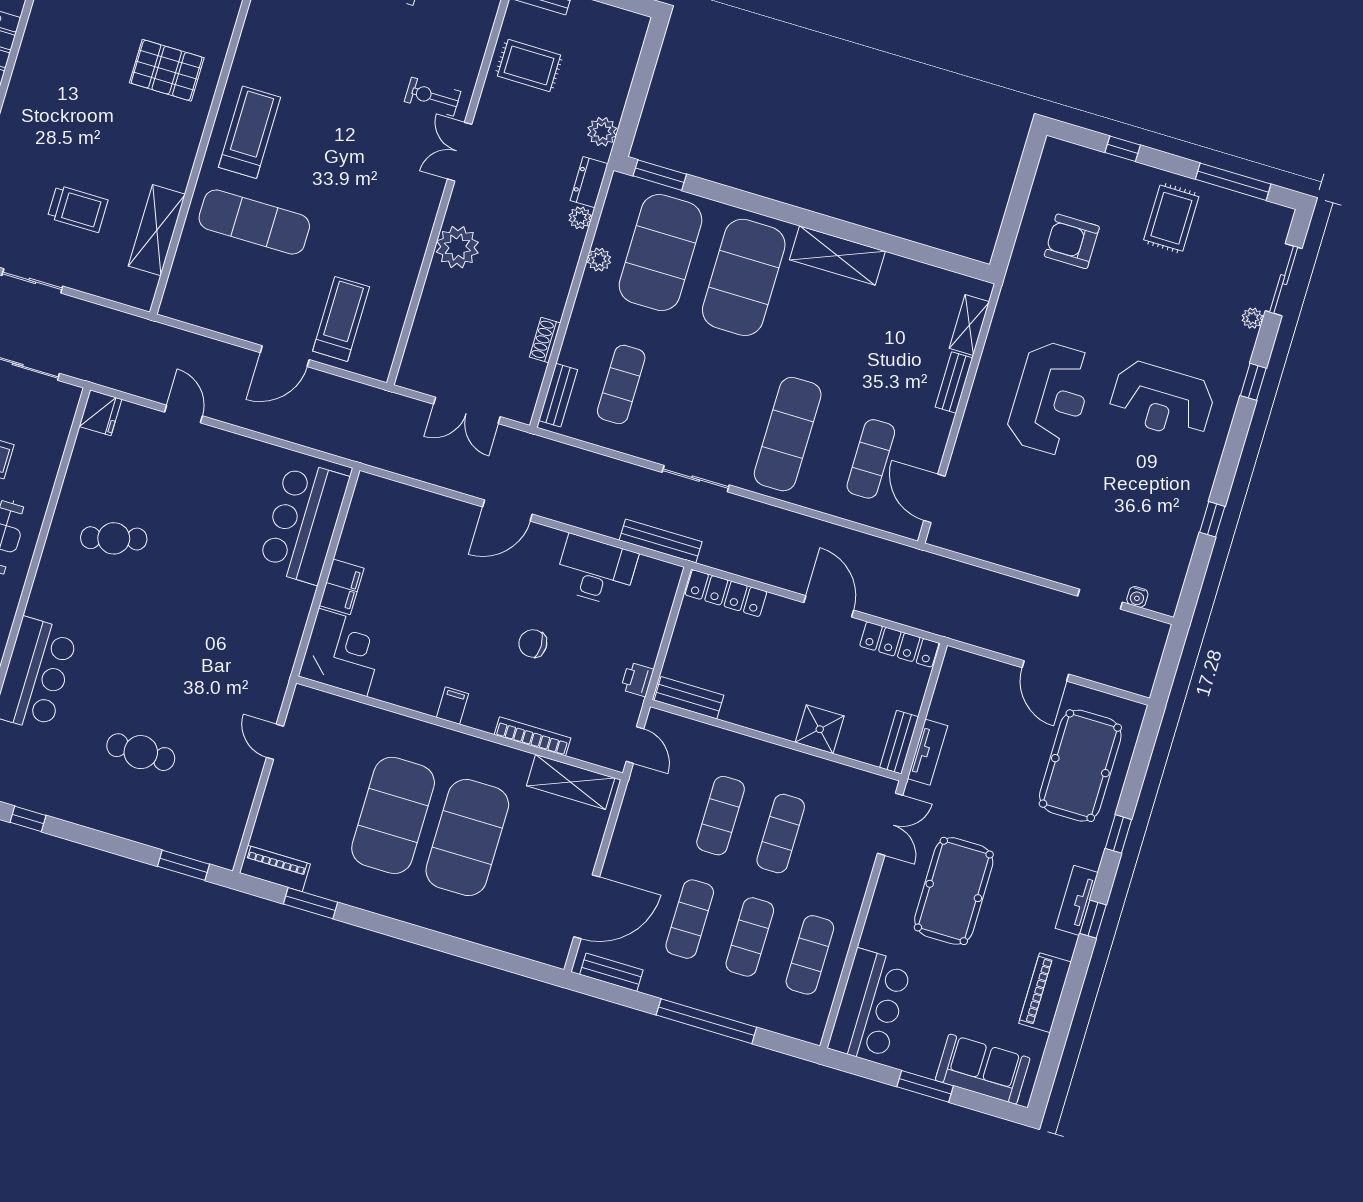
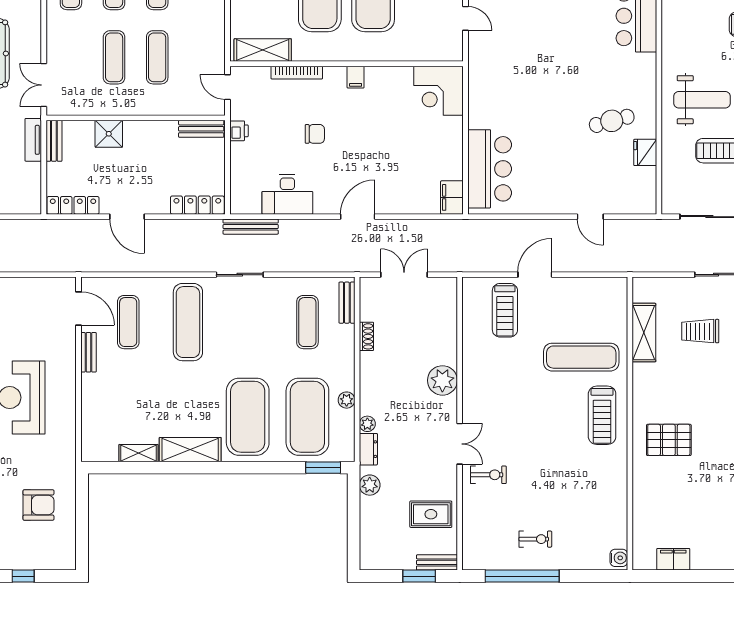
shelving: (969, 325) -> (138, 453), moved, turned 90
bench: (954, 382) -> (88, 352), moved
fridge: (100, 413) -> (645, 152), moved
filing cabinet: (342, 587) -> (452, 197), moved

